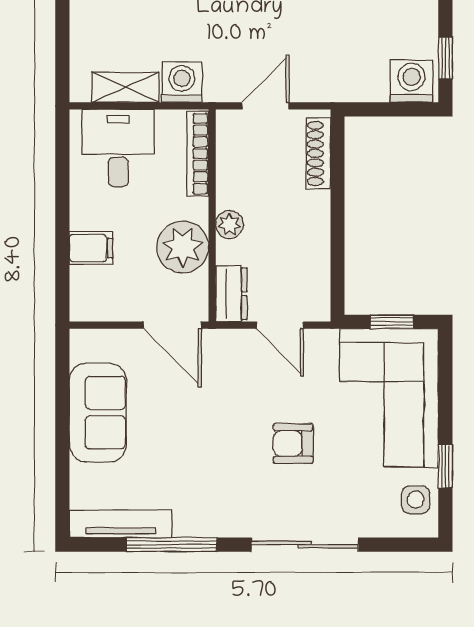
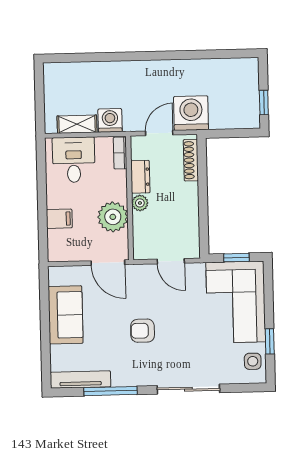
washing machine: (412, 81) -> (191, 113), moved, width x1.37, depth x1.37
bookcase: (198, 154) -> (120, 153), width x0.64
dresser: (231, 294) -> (140, 177), moved
armchair: (293, 443) -> (143, 331), moved

